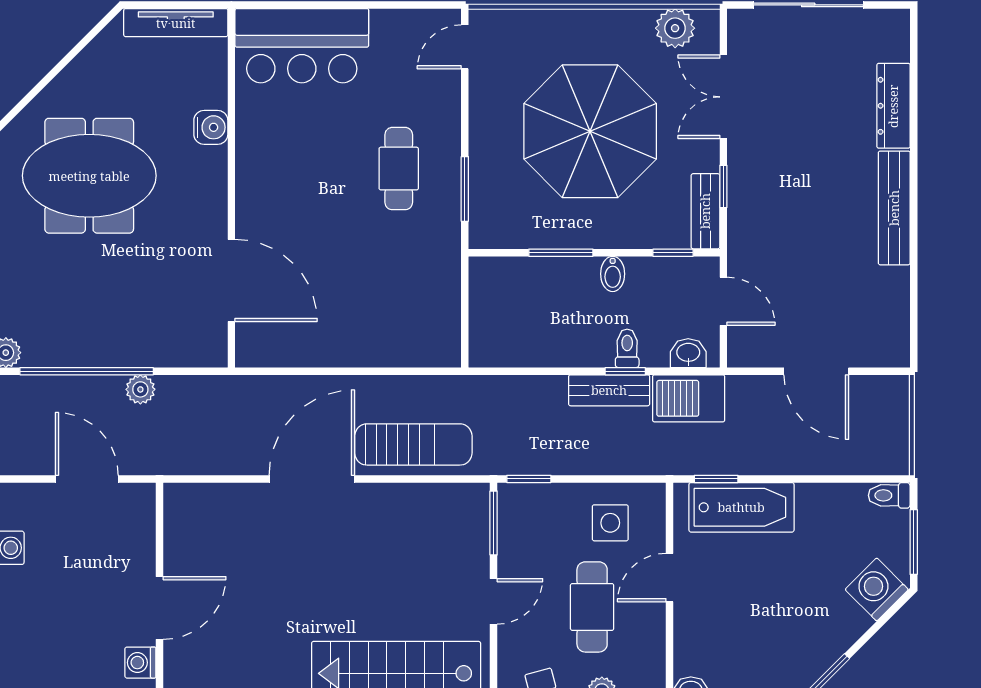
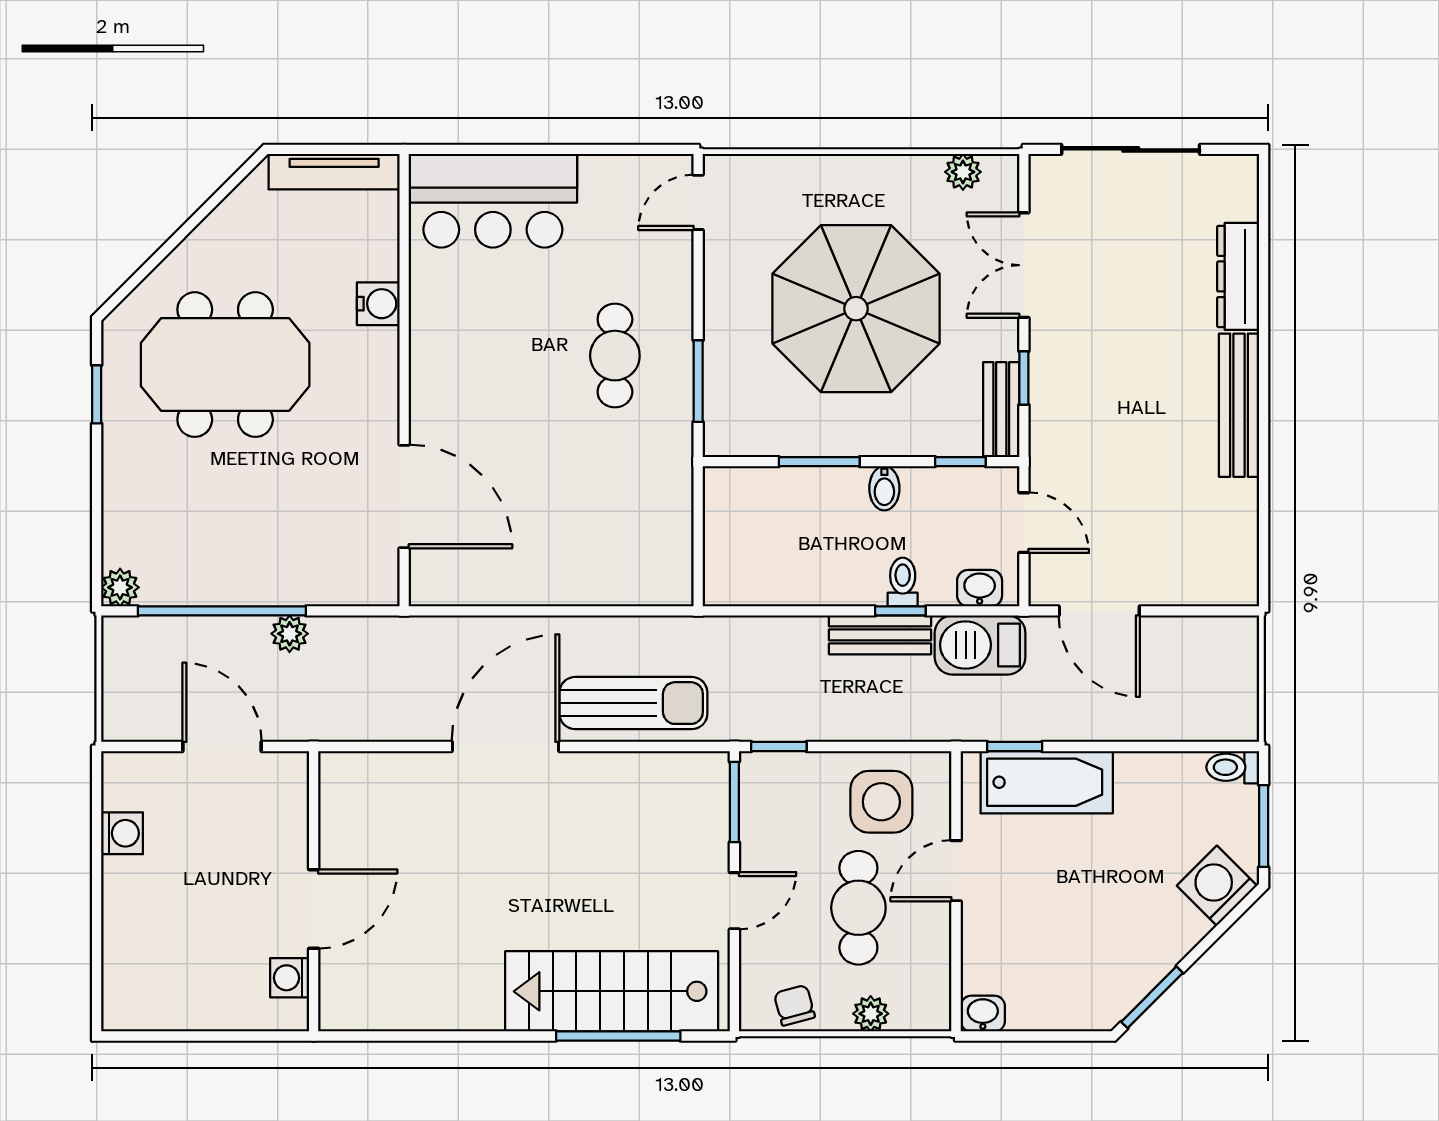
plant: (675, 28) -> (963, 172), width x0.73, depth x0.73
door: (816, 371) -> (1099, 611), moved
side table: (610, 523) -> (881, 802), width x1.37, depth x1.37

